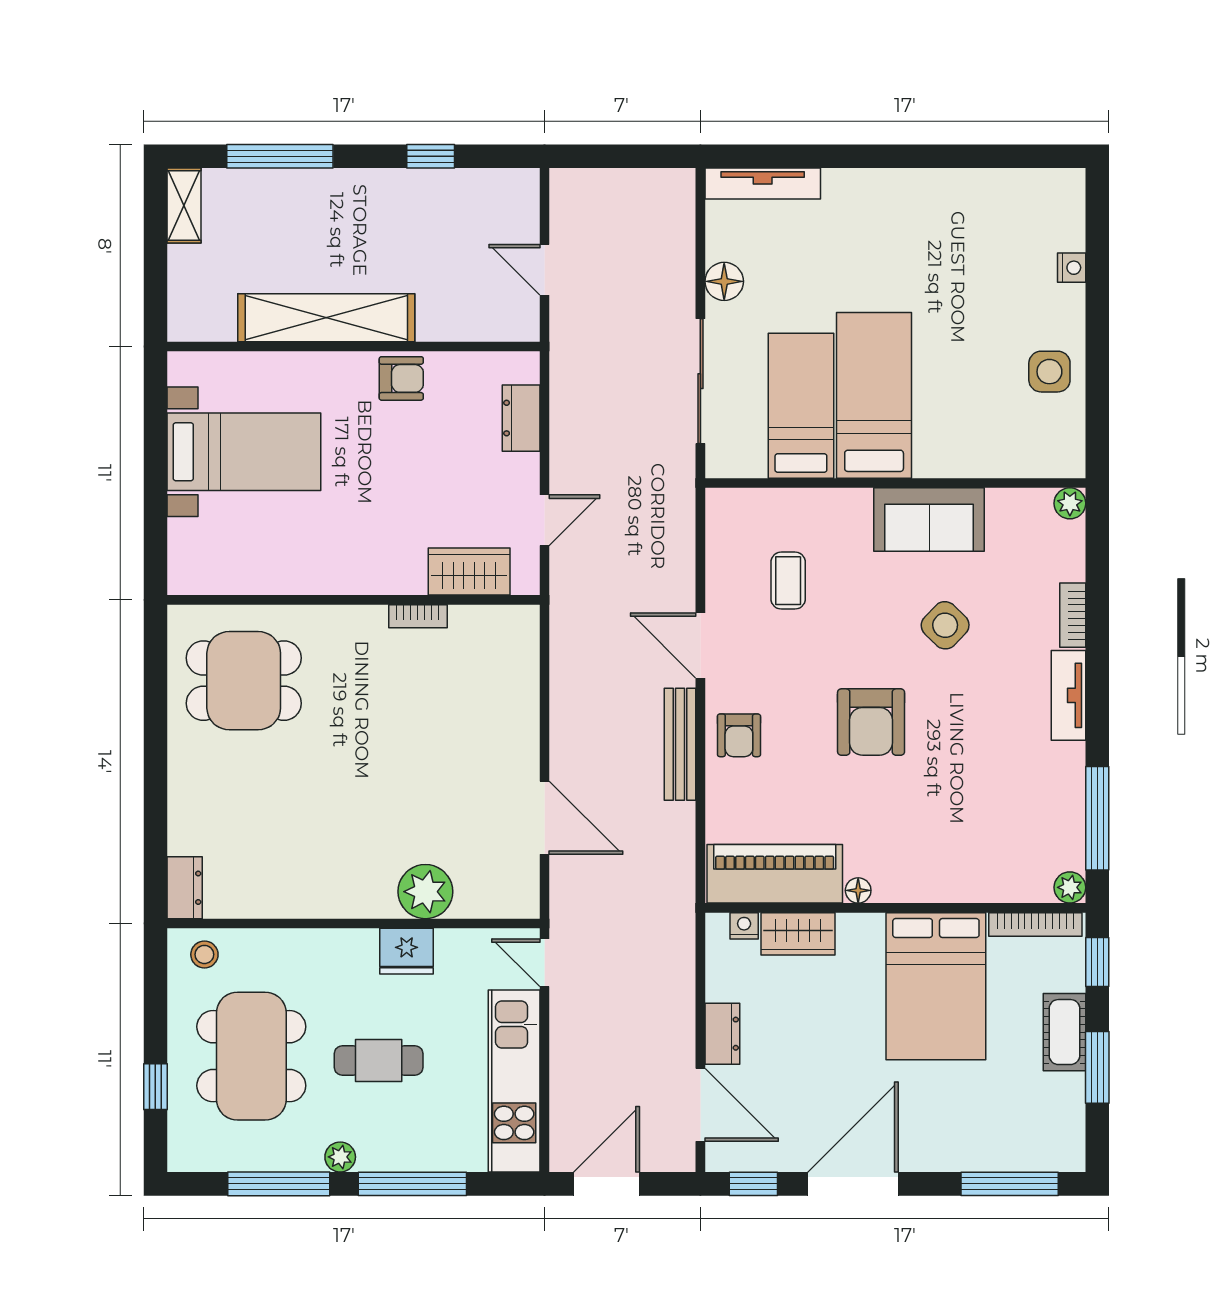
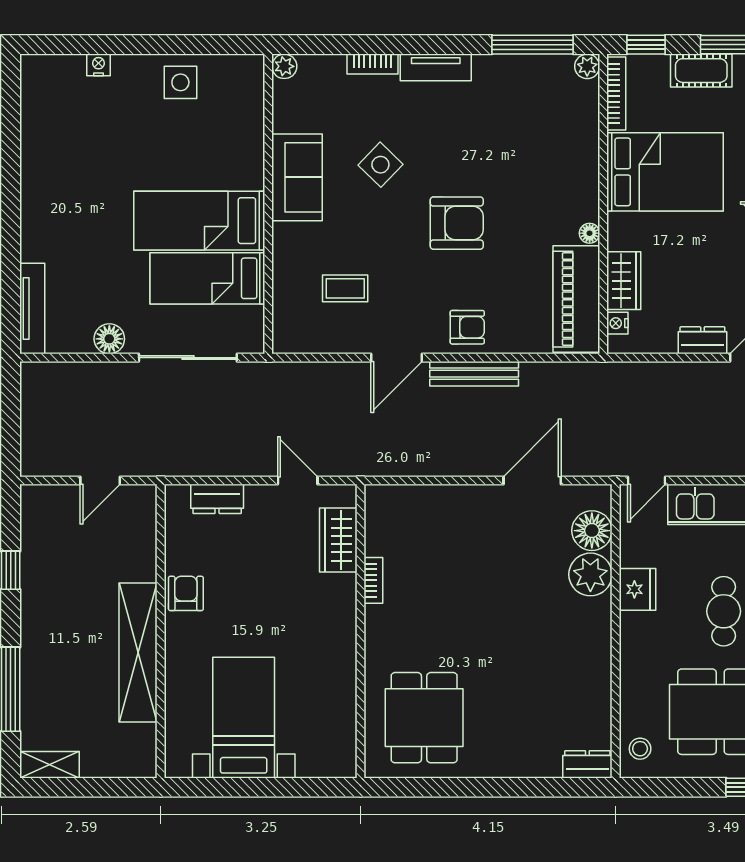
floor lamp: (481, 893) -> (592, 531), added

